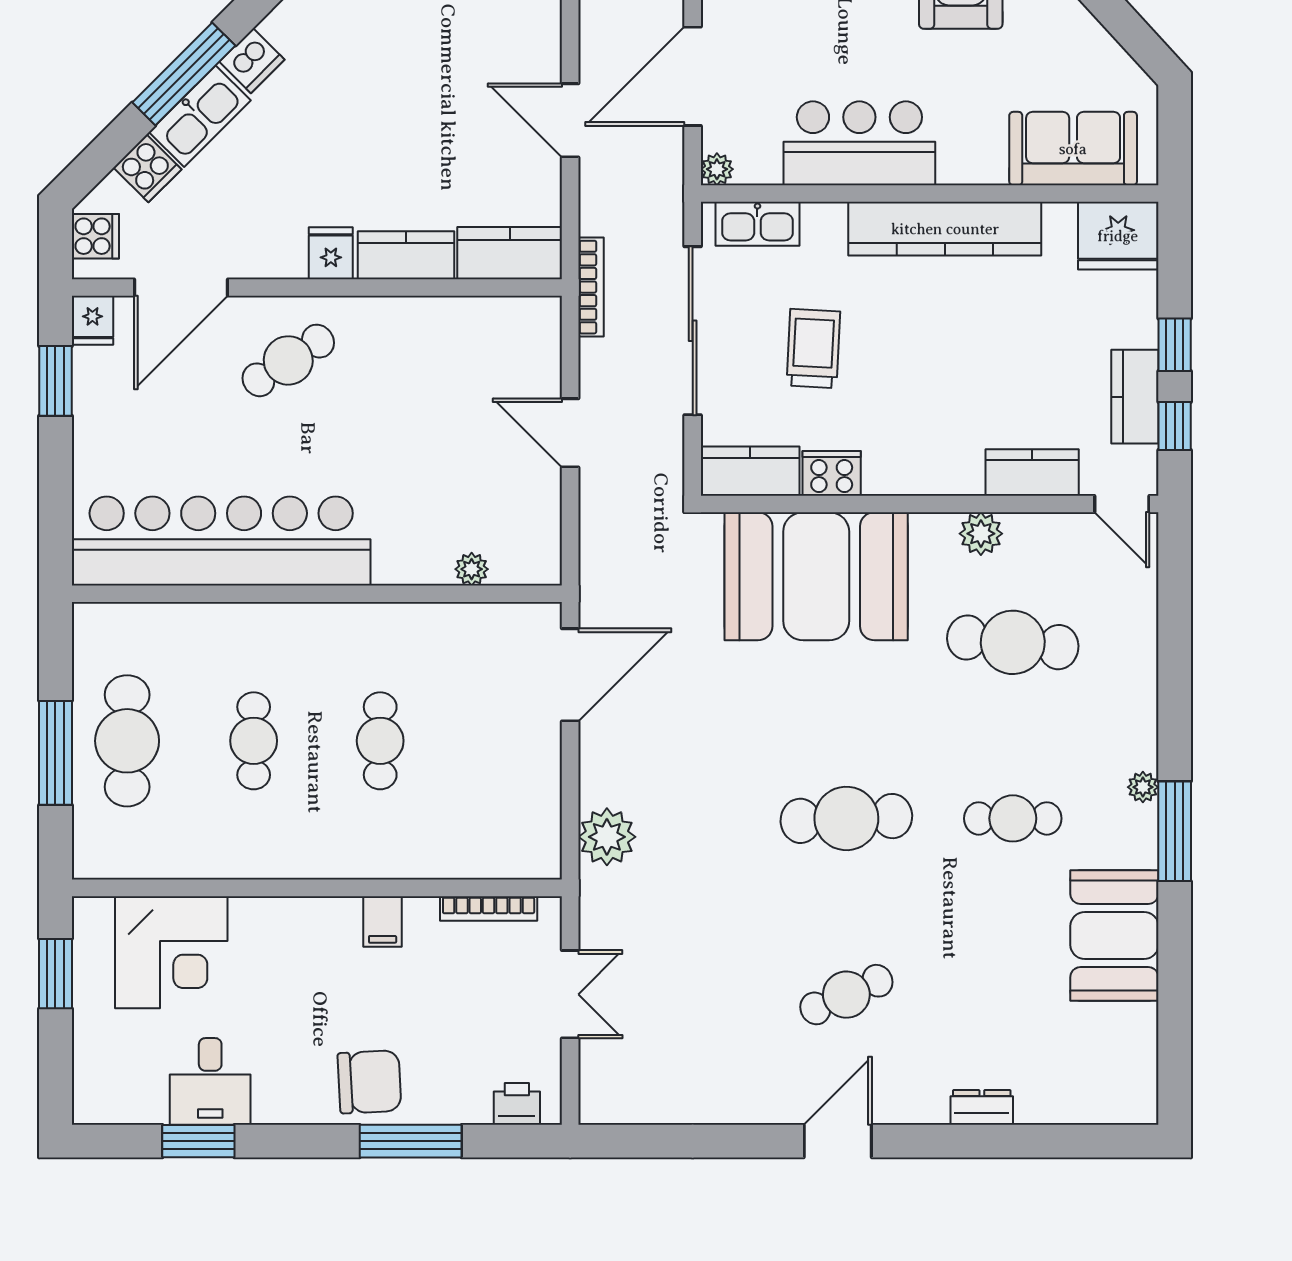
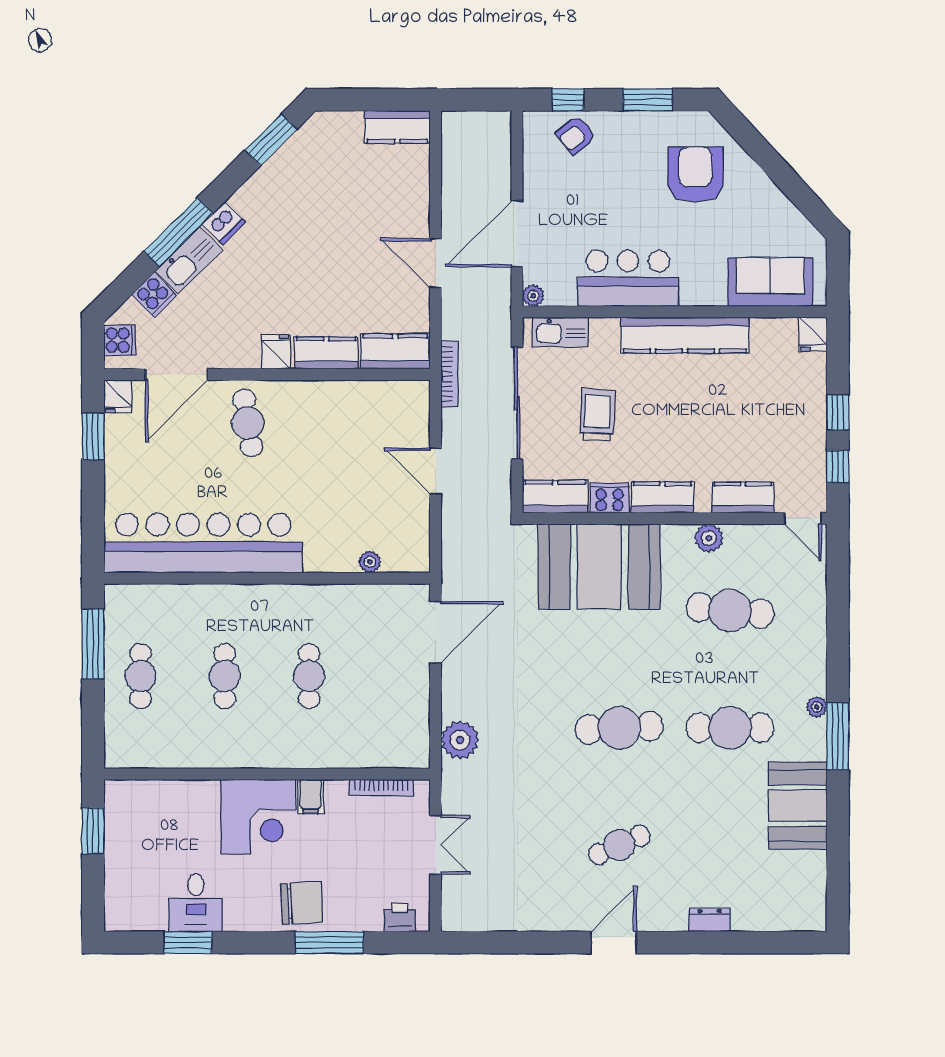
fridge: (1118, 236) -> (813, 334), width x0.53, depth x0.75
cafe table: (288, 360) -> (248, 423), turned -66
kitchen counter: (1135, 397) -> (662, 497), moved, turned 90
cafe table: (127, 741) -> (141, 676), width x0.73, depth x0.74
window: (55, 753) -> (93, 644), moved
cafe table: (1013, 818) -> (730, 728), width x1.37, depth x1.35
corner desk: (171, 952) -> (258, 817), moved

